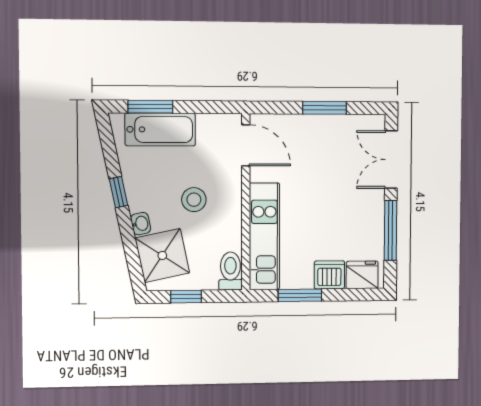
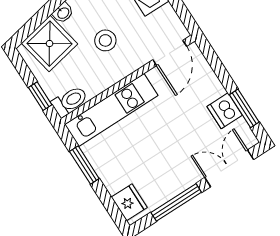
window: (325, 108) -> (244, 108), moved
dishwasher: (329, 275) -> (225, 111), moved, turned 180
window: (186, 297) -> (40, 96), moved

